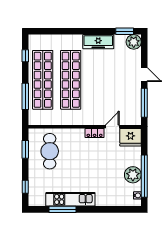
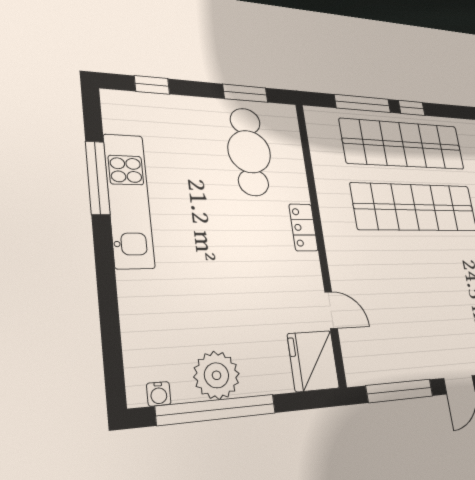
window: (25, 56) -> (412, 108), moved
locker: (95, 133) -> (303, 227), moved
cafe table: (50, 151) -> (249, 152), turned 90

